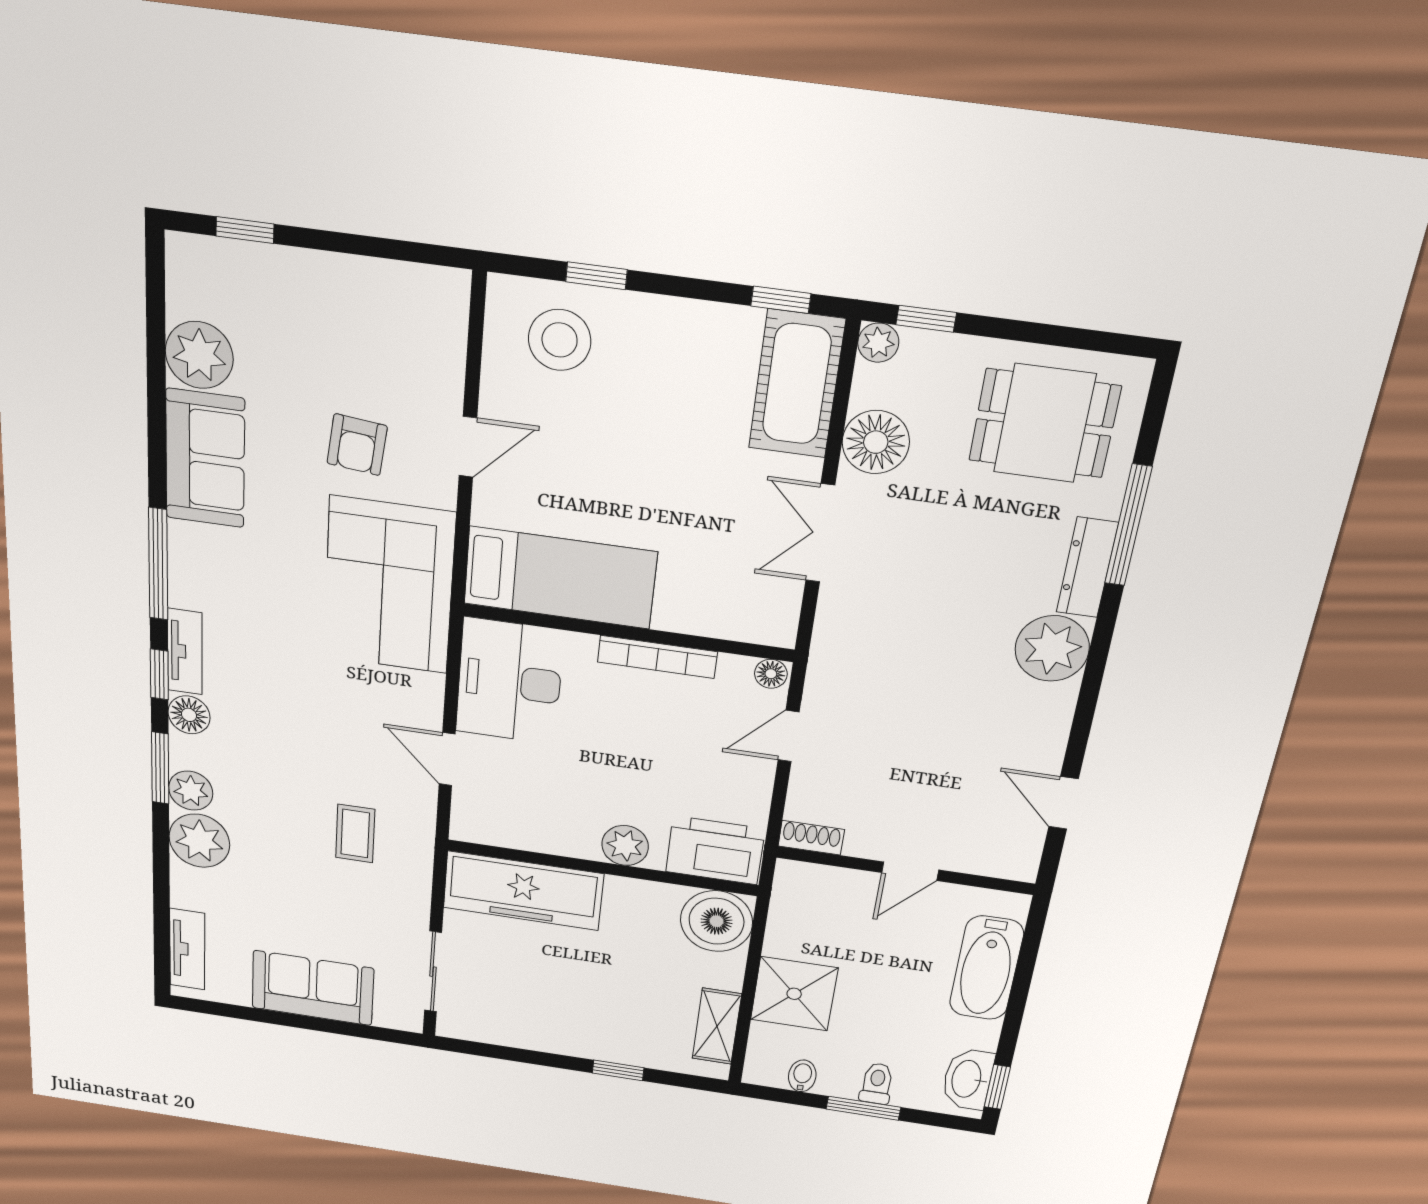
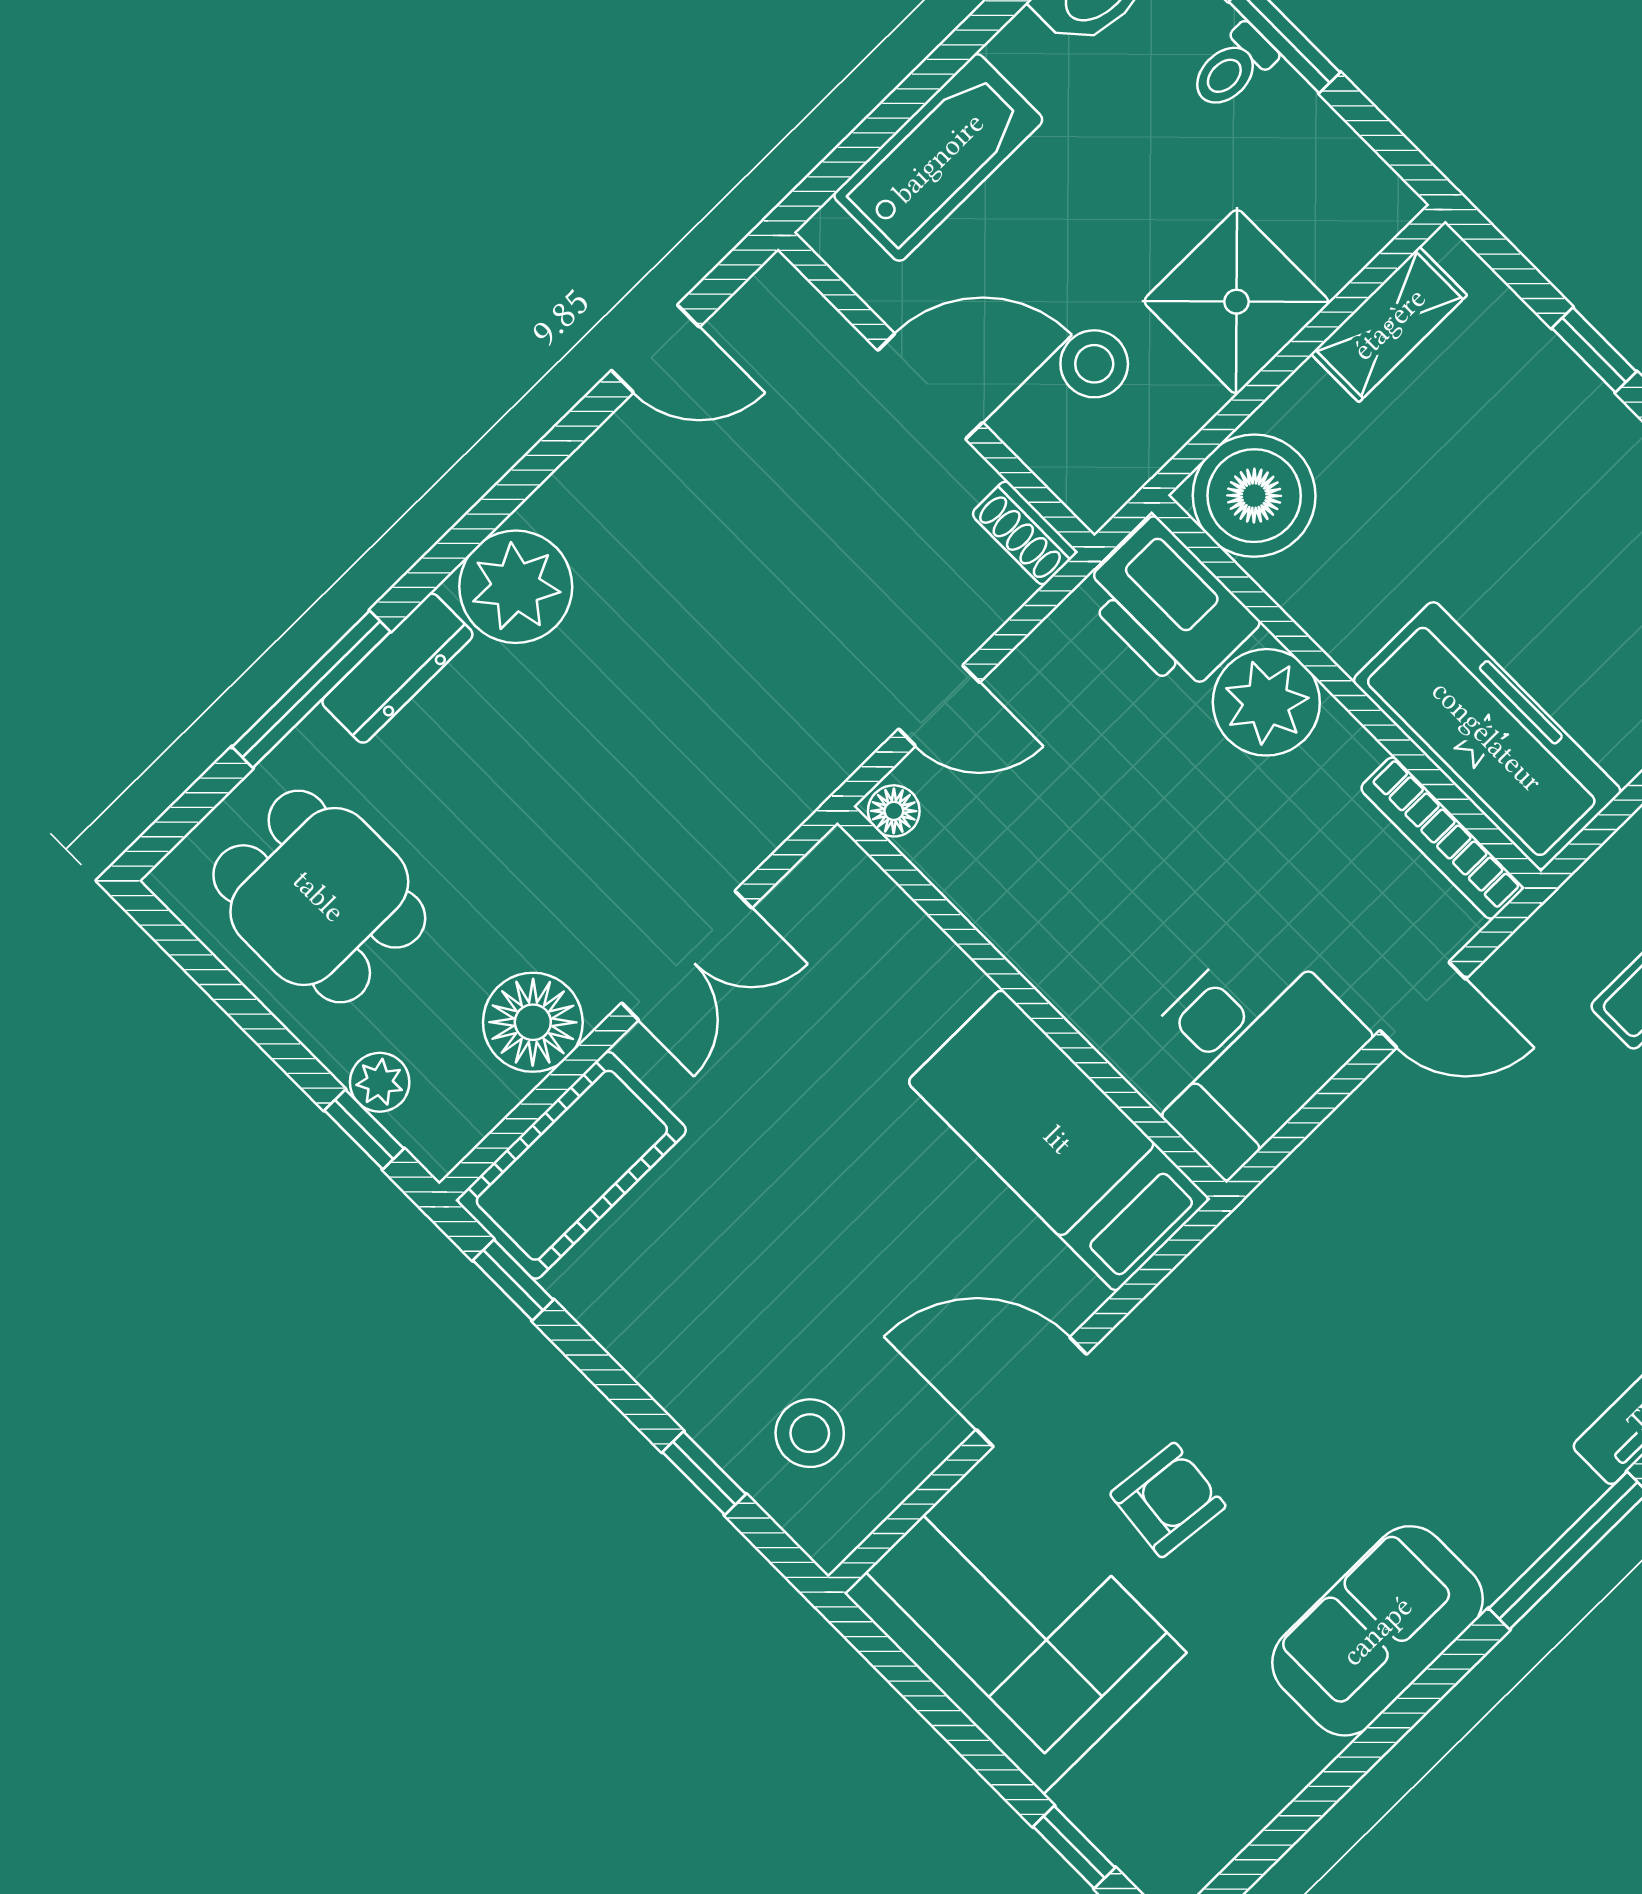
stool: (560, 340) -> (810, 1433), width x0.73, depth x0.73
plant: (878, 343) -> (380, 1082), moved
plant: (199, 355) -> (1266, 1755), removed
door: (468, 447) -> (1032, 1392), width x1.38
corner sofa: (389, 586) -> (1015, 1623), moved, turned -90
bookcase: (657, 657) -> (1442, 838), moved, turned 180
door: (447, 759) -> (1423, 1005), hinge flipped
door: (1064, 803) -> (655, 349), hinge flipped
plant: (625, 845) -> (1266, 702), width x1.36, depth x1.36
door: (910, 871) -> (930, 386), width x1.38
stool: (839, 929) -> (1094, 364), added
bidet: (802, 1076) -> (1331, 155), removed

